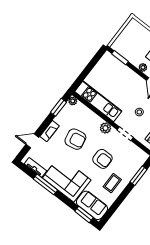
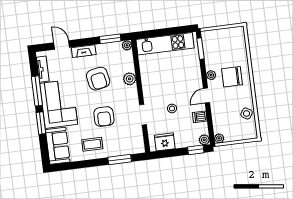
kitchen unit: (98, 101) -> (165, 44), moved, turned 90
plant: (106, 128) -> (130, 79), moved
window: (84, 214) -> (41, 123), moved

